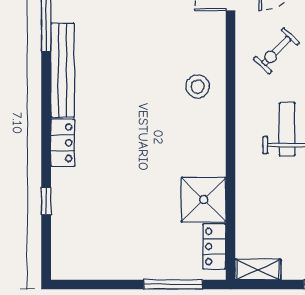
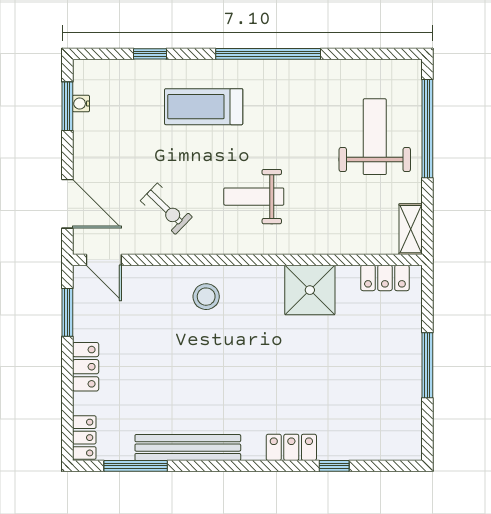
locker: (63, 143) -> (291, 447), moved
shower: (204, 200) -> (310, 290), moved
window: (173, 284) -> (427, 365), moved

